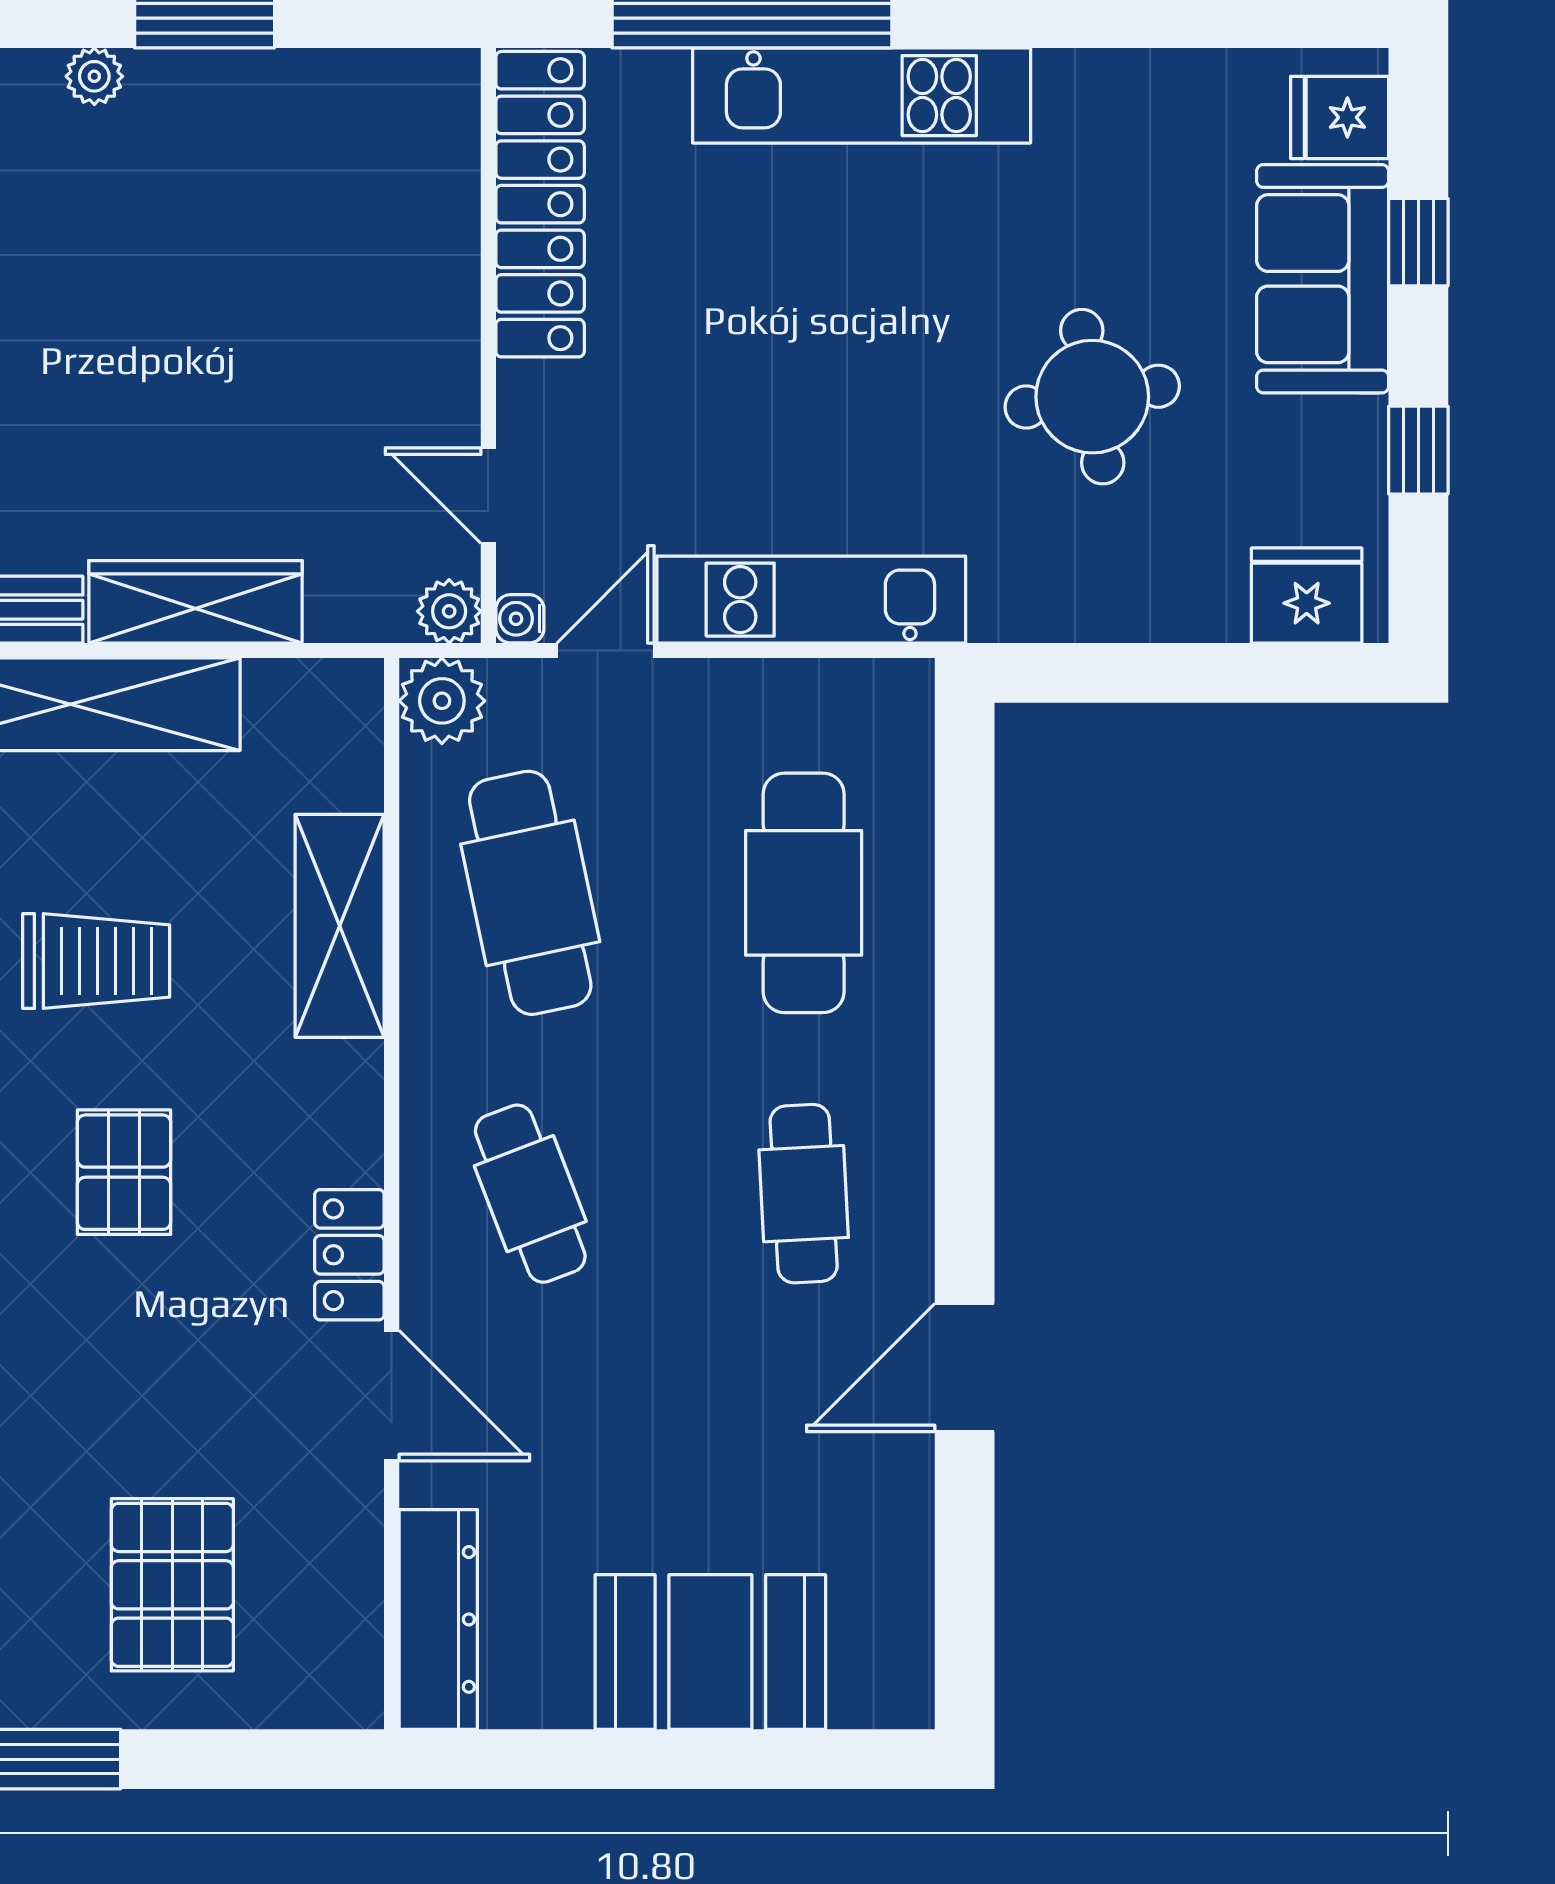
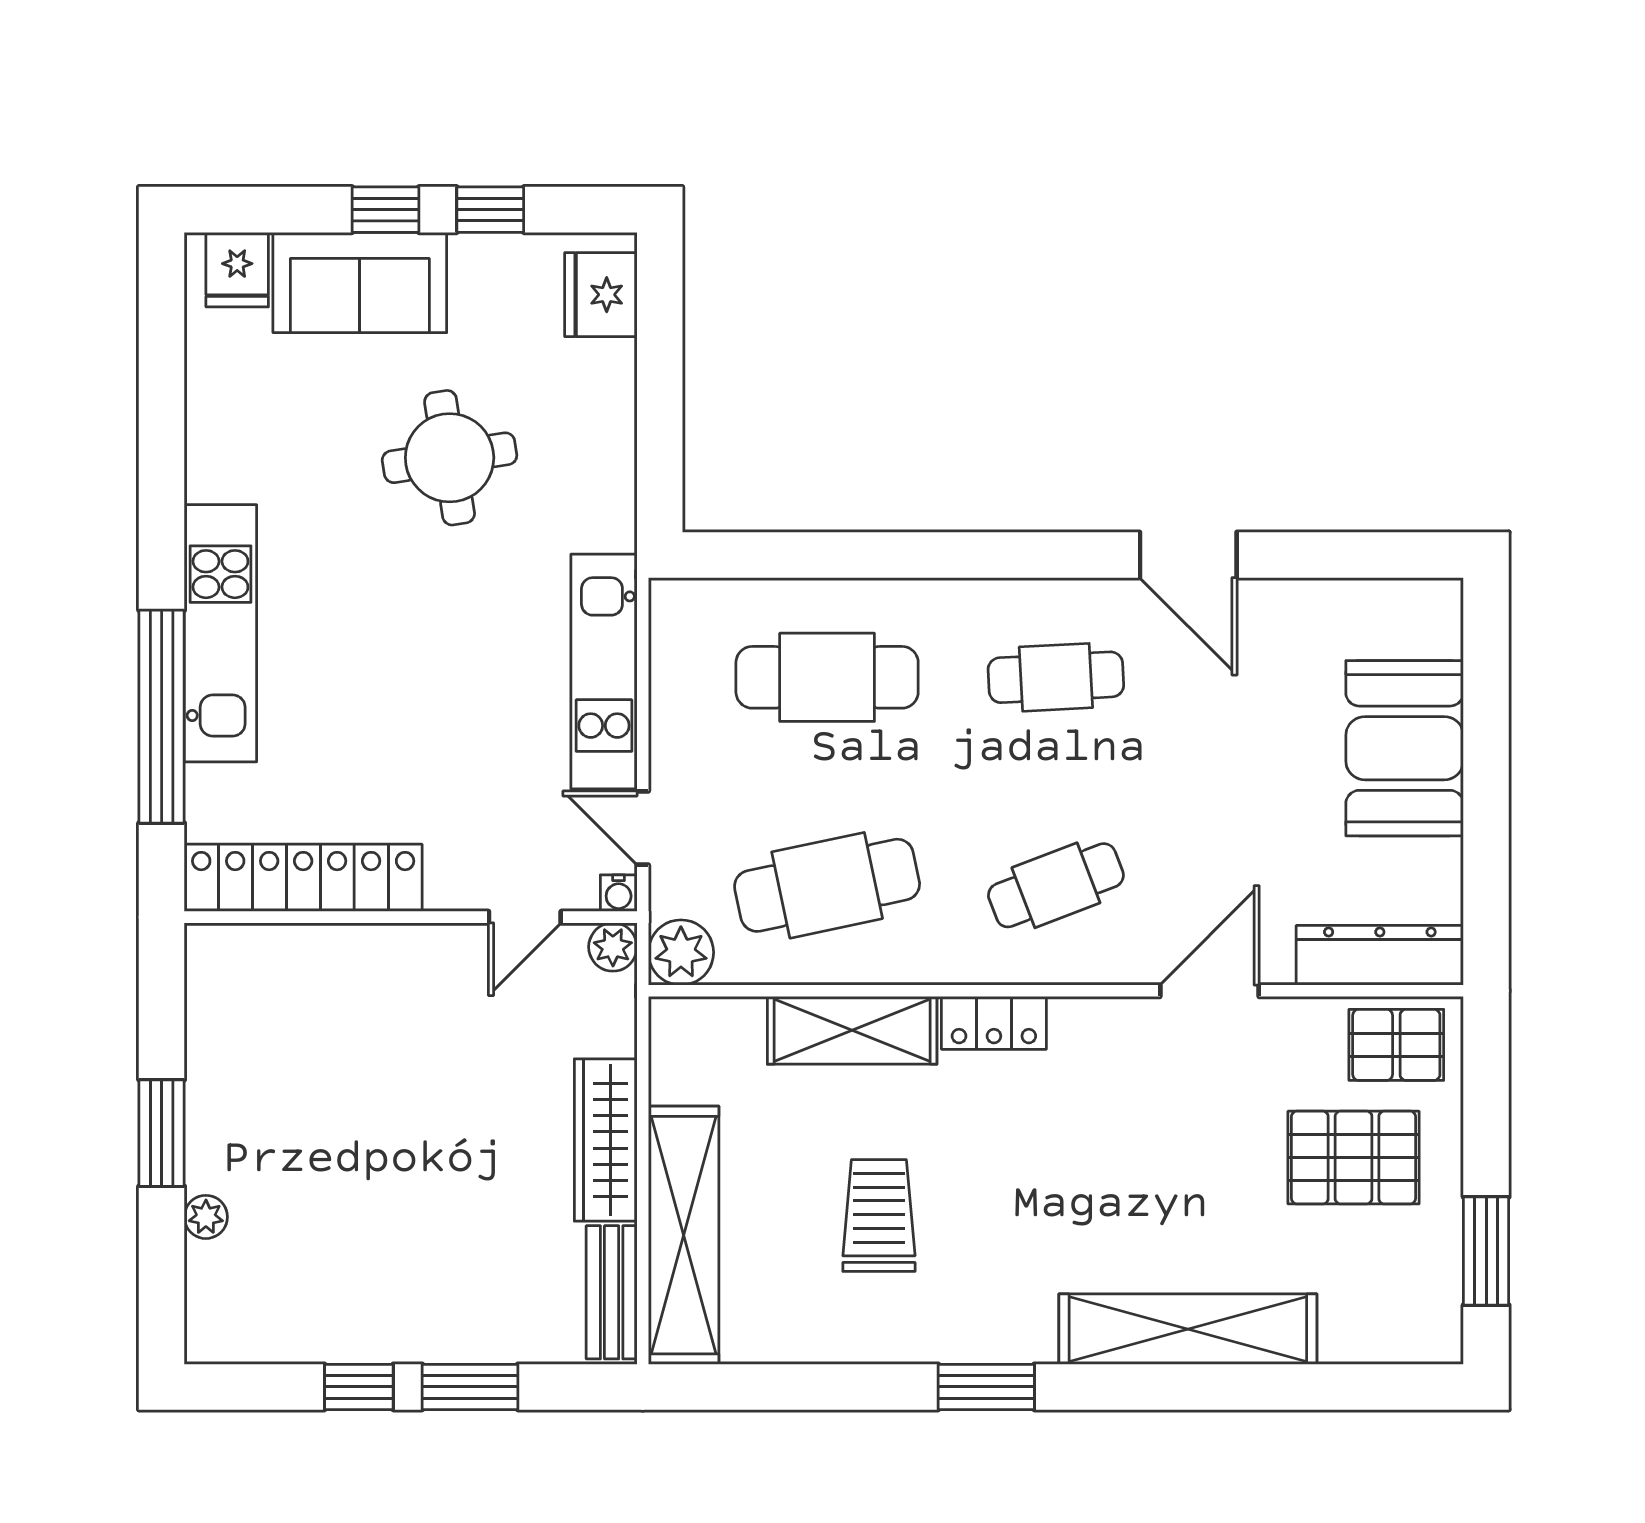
window: (1418, 242) -> (386, 210), moved
pallet: (124, 1172) -> (1396, 1045), moved
locker: (349, 1255) -> (994, 1023), moved

